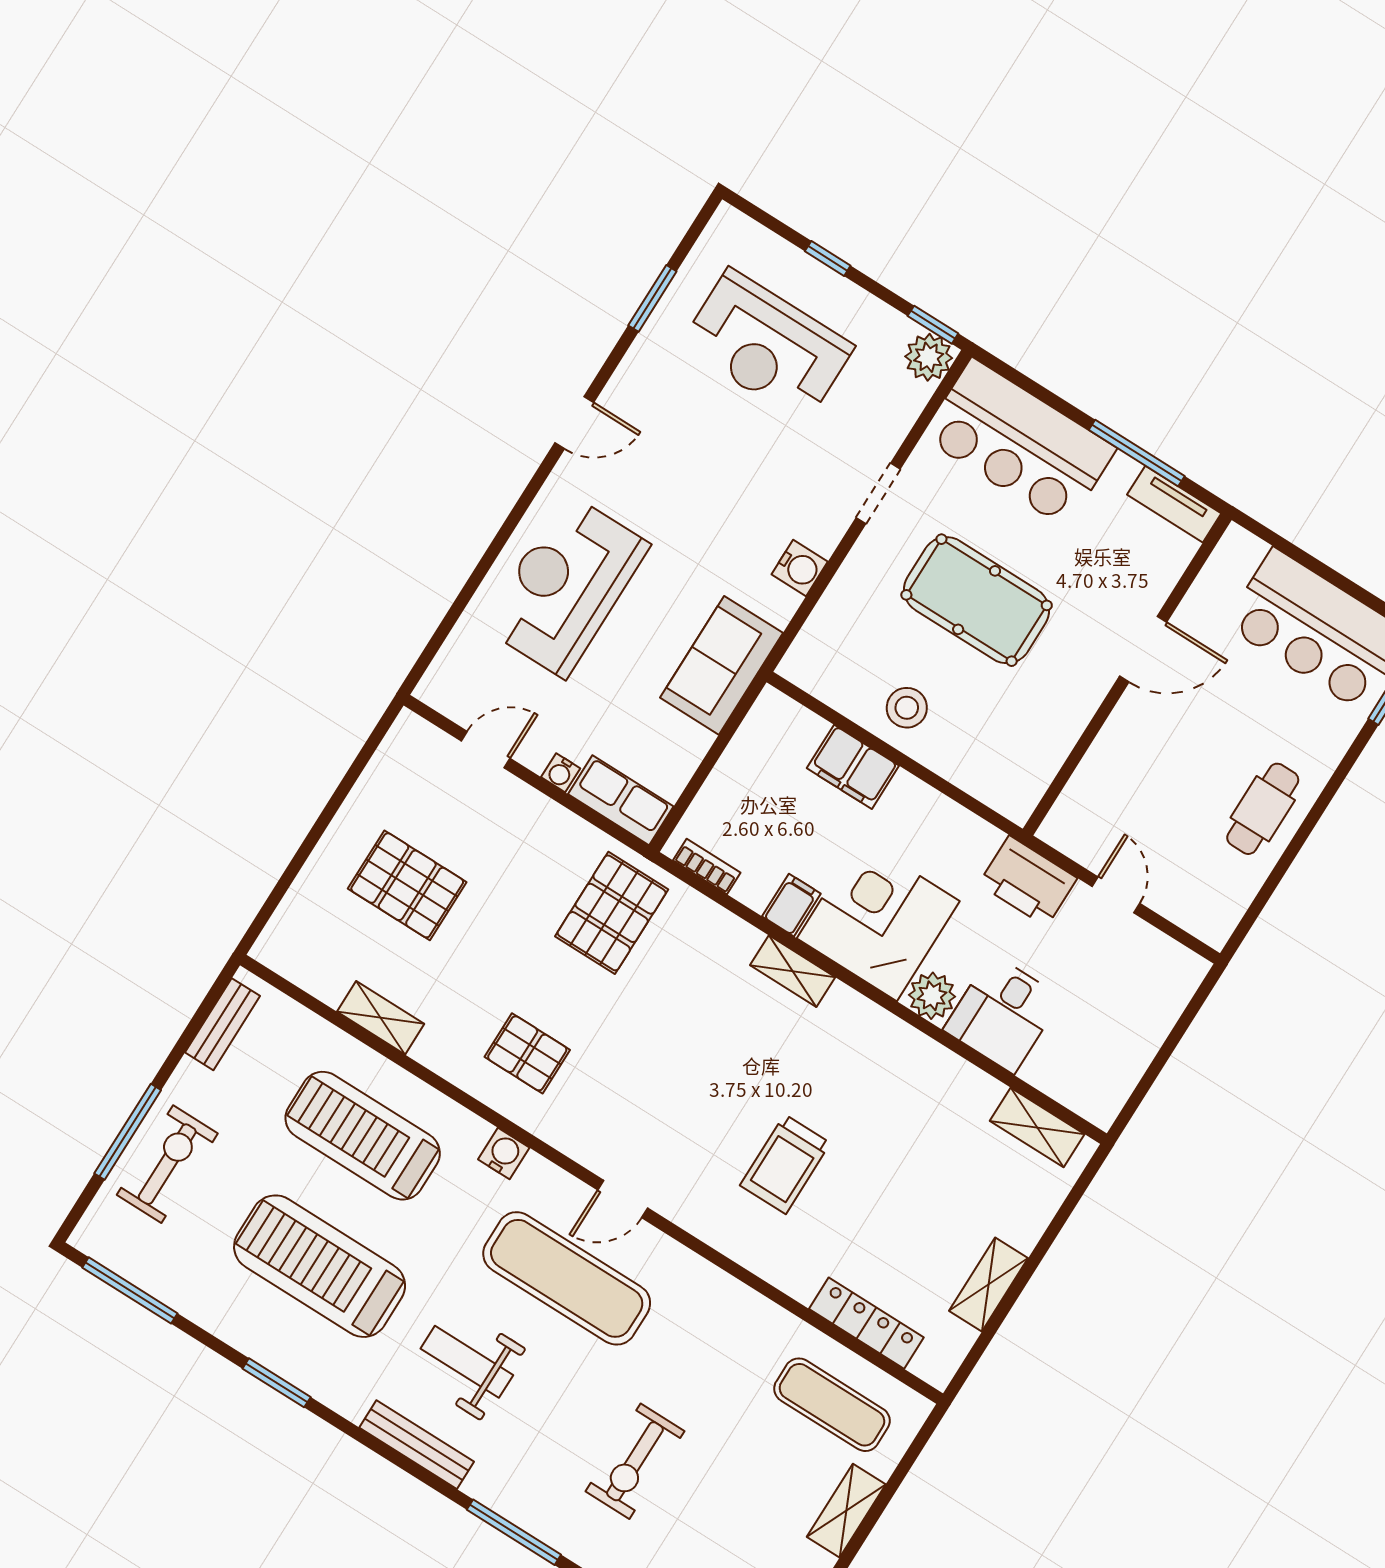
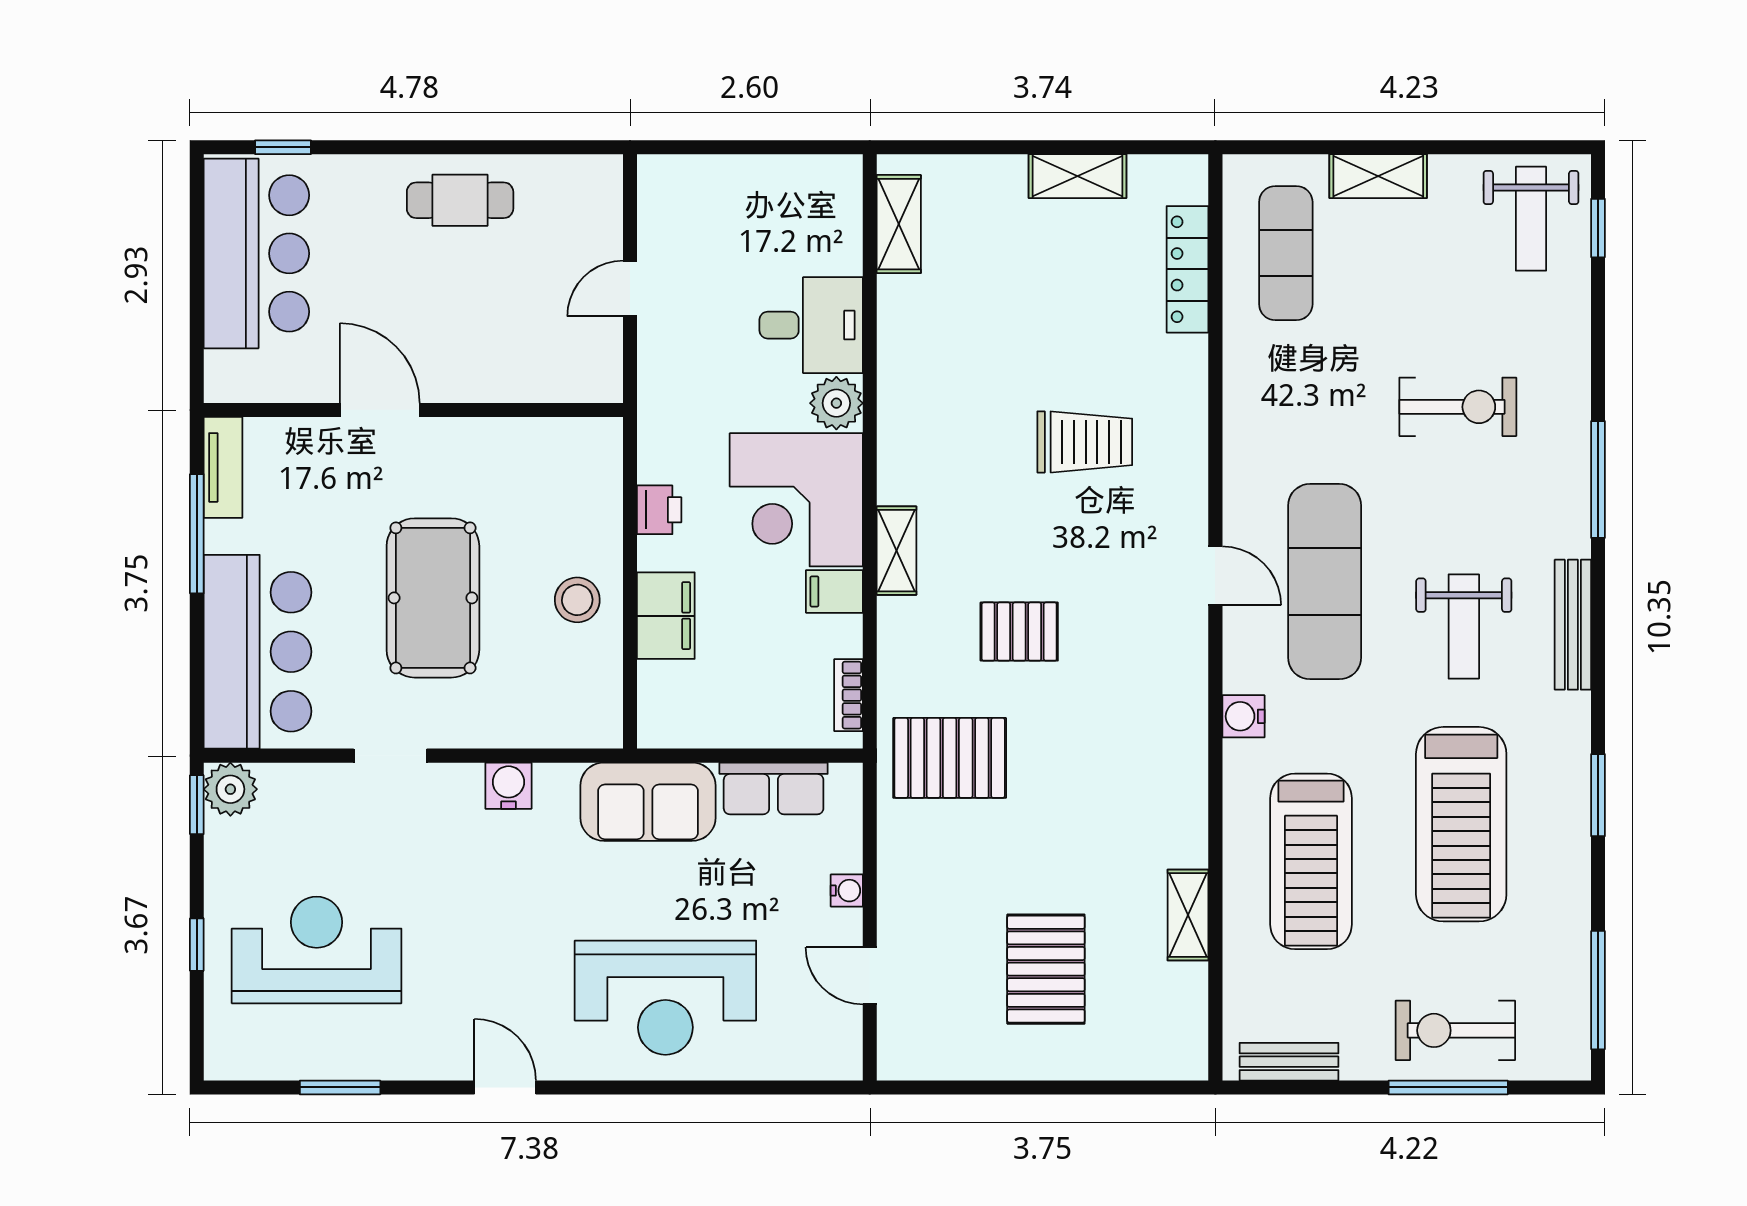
reception desk: (767, 346) -> (317, 950), turned -90
row of seats: (621, 800) -> (774, 788), moved, turned -90
printer: (1028, 881) -> (659, 510), moved, width x0.53, depth x0.68
pallet: (527, 1053) -> (1019, 632), moved, turned 90

